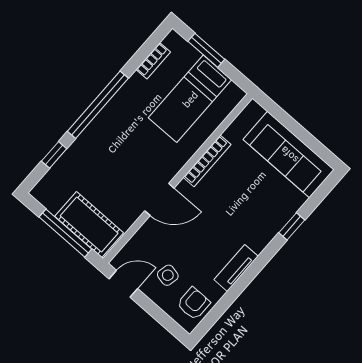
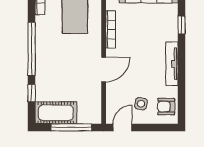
cot: (89, 225) -> (56, 113), moved
tv unit: (236, 268) -> (172, 64), width x1.41
armchair: (194, 303) -> (166, 107), turned -90

